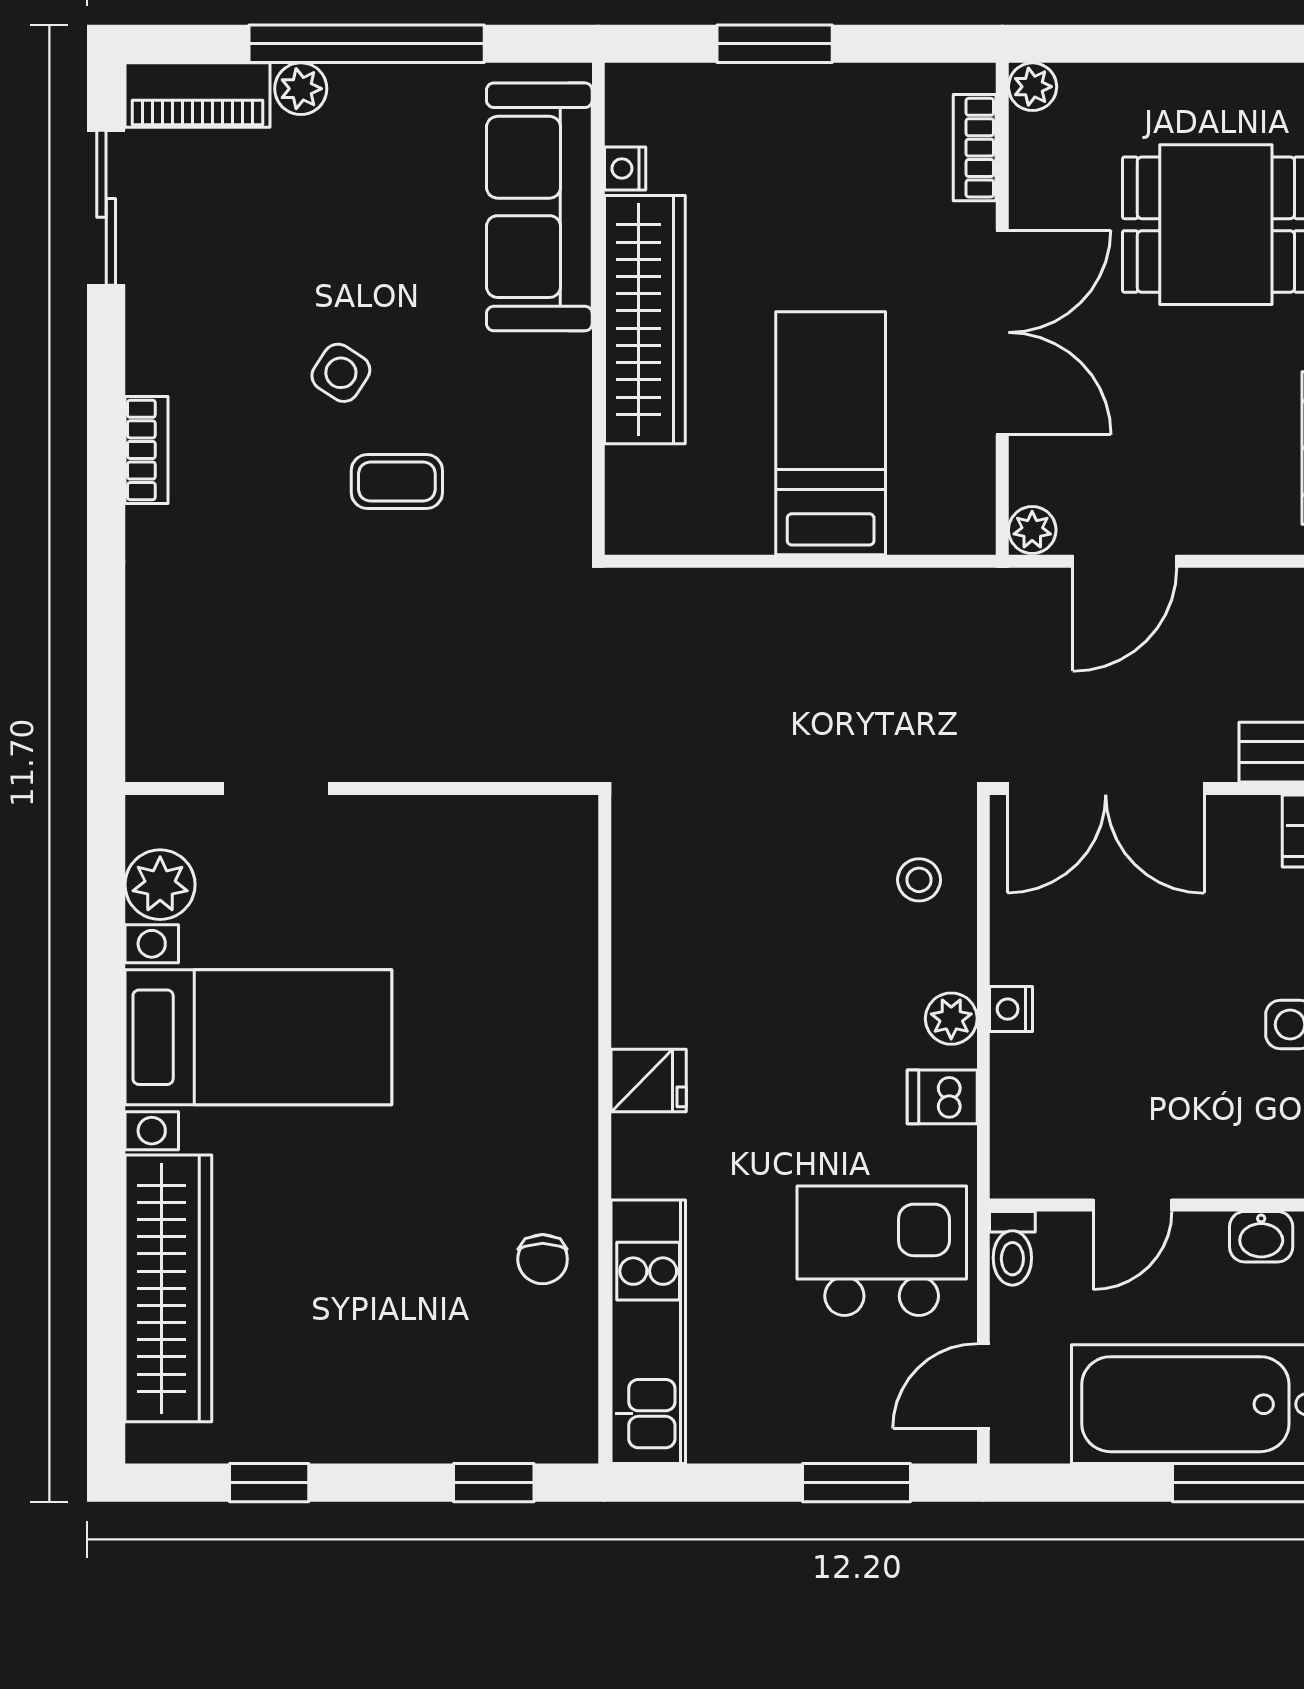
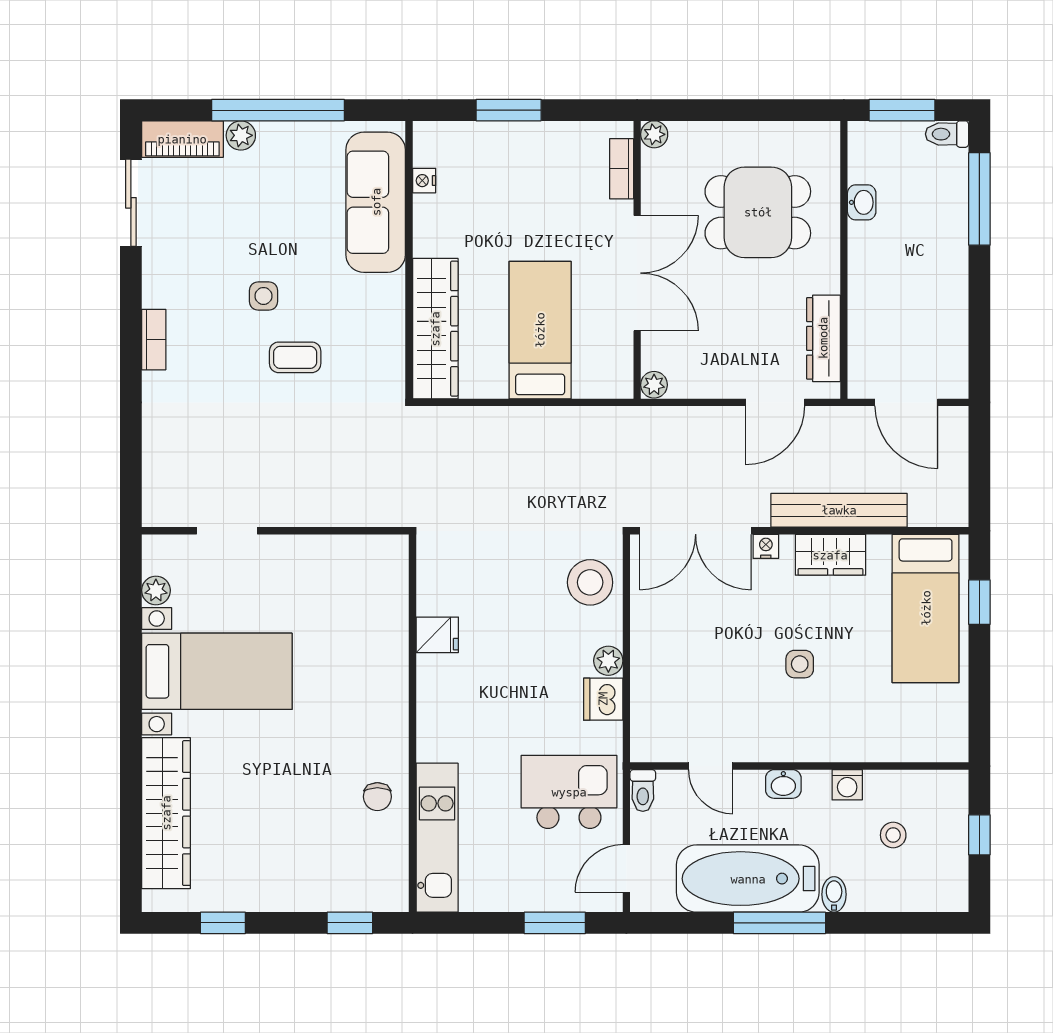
wardrobe: (645, 320) -> (435, 329), moved
side table: (341, 373) -> (263, 296), turned -33
door: (1125, 561) -> (775, 402), moved
stool: (919, 880) -> (590, 582), width x1.89, depth x1.89
plant: (160, 885) -> (156, 590), width x0.73, depth x0.73
nightstand: (1011, 1009) -> (766, 546), moved, turned 90
fridge: (649, 1081) -> (437, 635), moved
dishwasher: (942, 1097) -> (603, 699), width x1.38
door: (1133, 1205) -> (711, 766), hinge flipped

